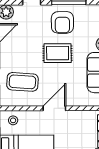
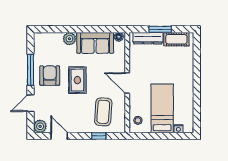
armchair: (62, 22) -> (50, 76), turned -90

